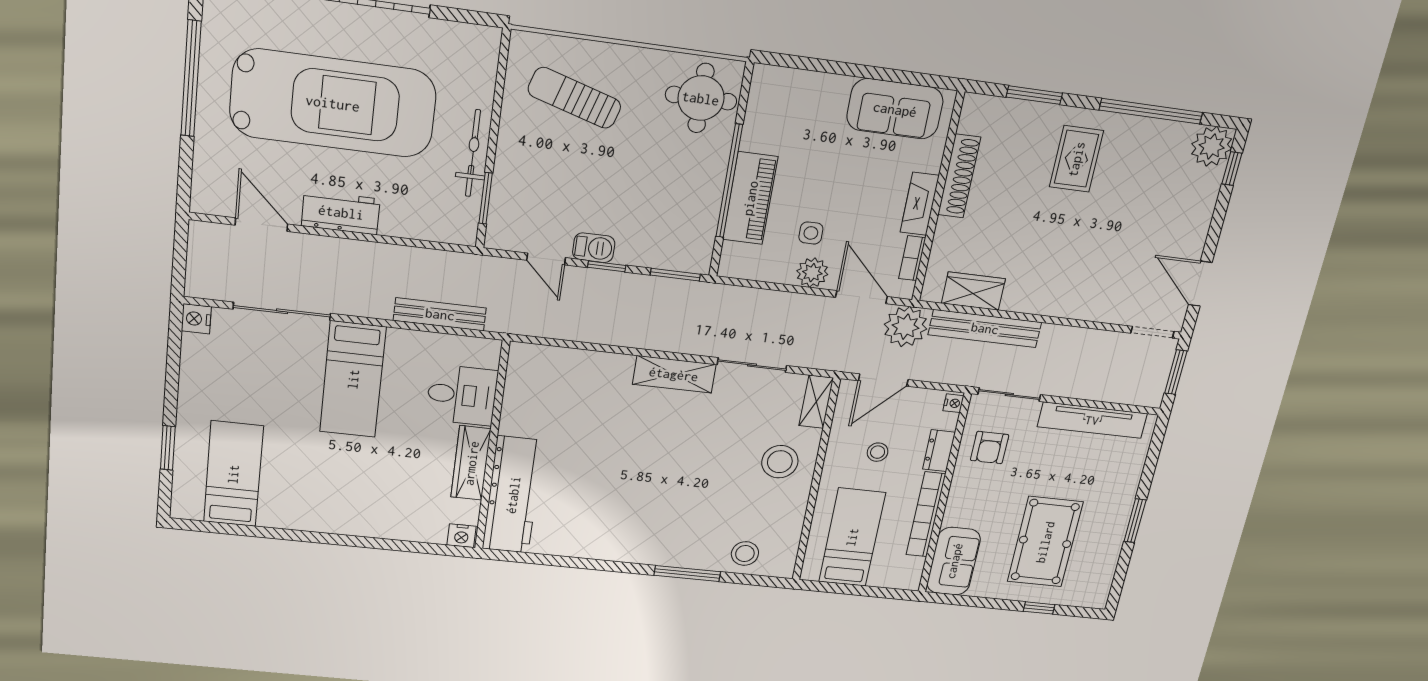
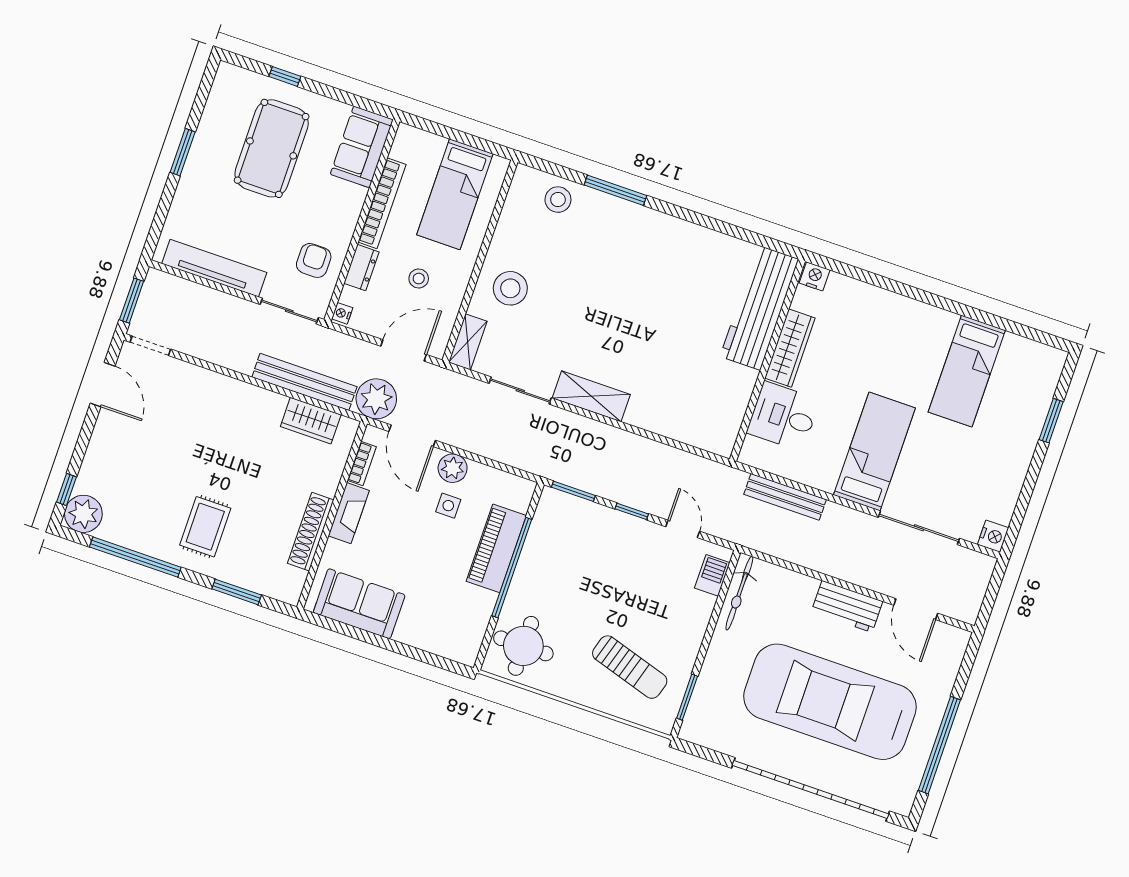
bicycle: (473, 153) -> (739, 593), moved
window: (486, 198) -> (687, 697), moved
barbecue: (594, 248) -> (712, 575), moved, turned 90
bed: (233, 474) -> (967, 371), moved

